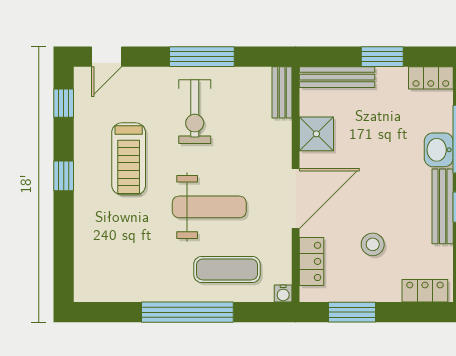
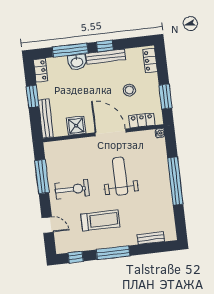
door: (107, 57) -> (48, 225), moved
window: (202, 57) -> (42, 177), moved
bench: (282, 92) -> (151, 238), moved
window: (64, 176) -> (113, 253), width x2.17
exercise mat: (227, 269) -> (151, 163), removed

